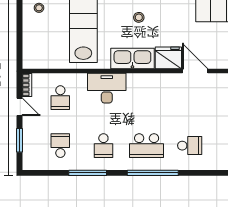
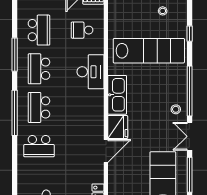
stool: (139, 17) -> (154, 101), removed
school desk: (60, 146) -> (39, 30), width x1.85
school desk: (103, 146) -> (39, 69), width x1.85
school desk: (190, 146) -> (39, 146), width x1.85

